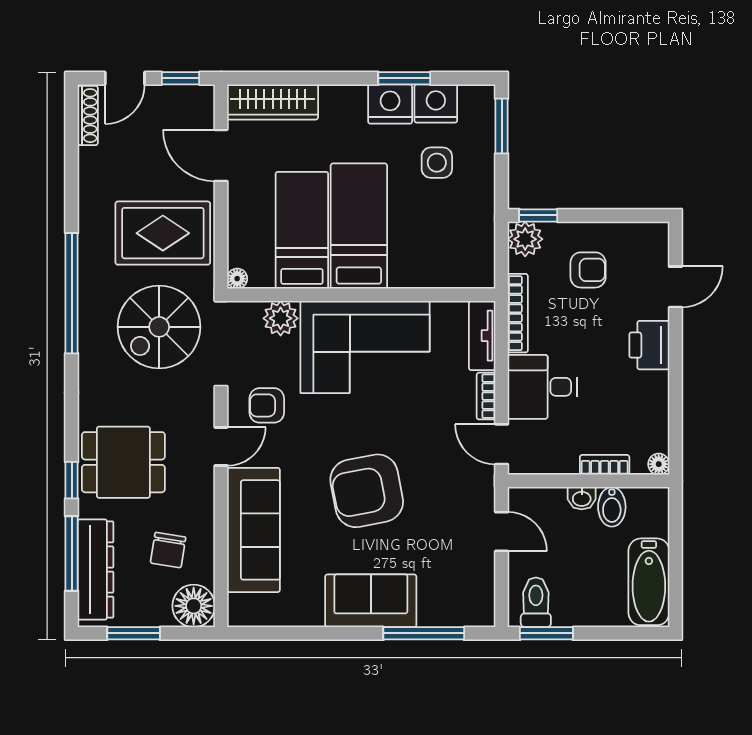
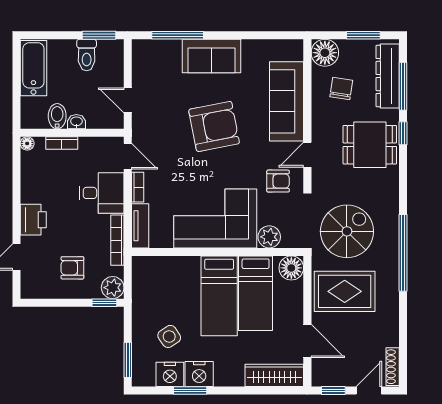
side table: (437, 163) -> (169, 336), turned -34
floor lamp: (237, 279) -> (291, 268), width x1.89, depth x1.89
toilet: (536, 602) -> (87, 55), moved

